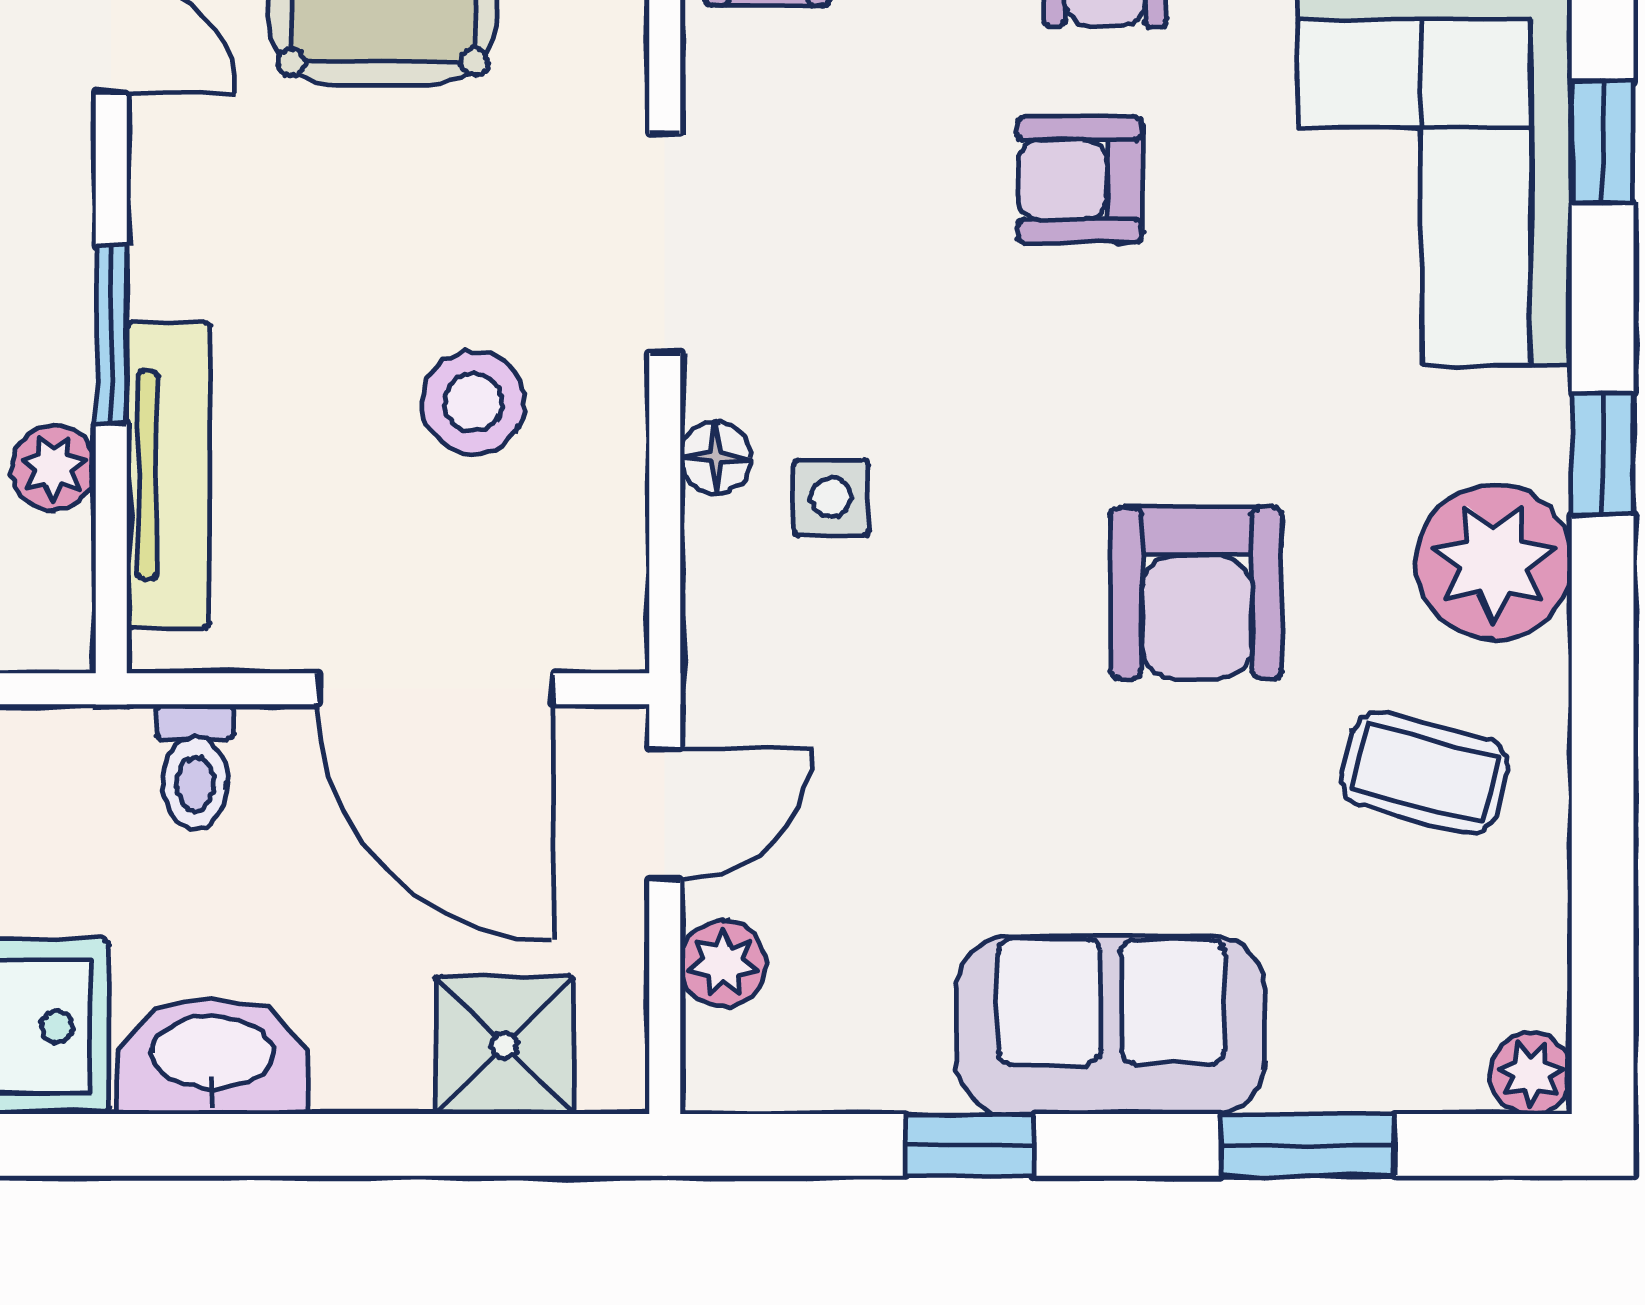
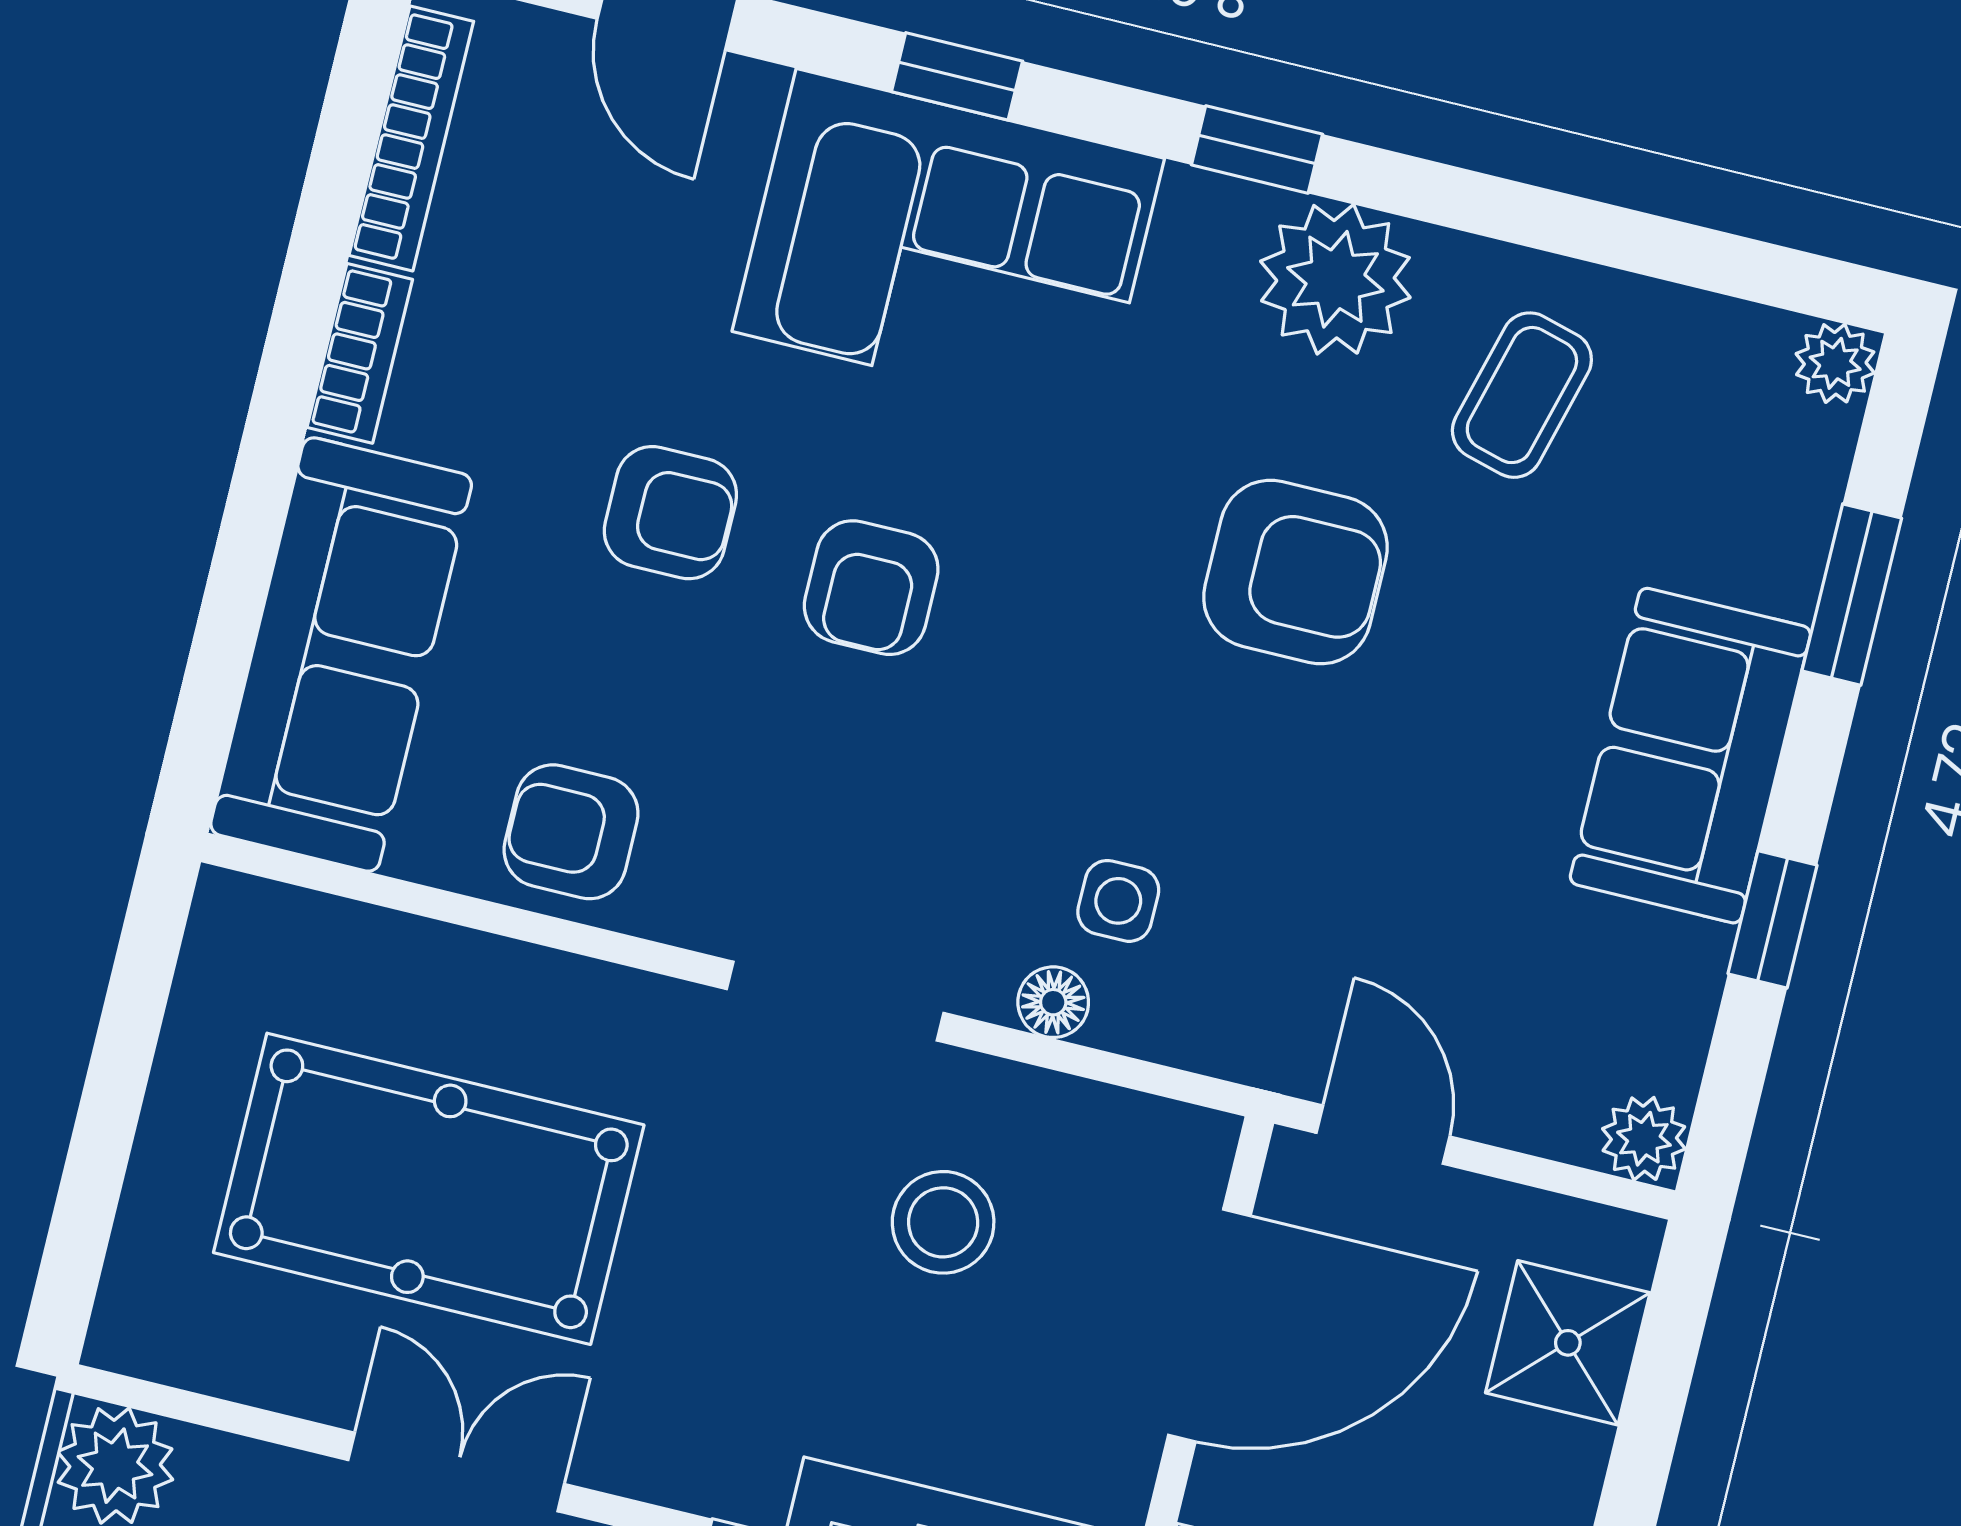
plant: (723, 963) -> (1644, 1139), moved

